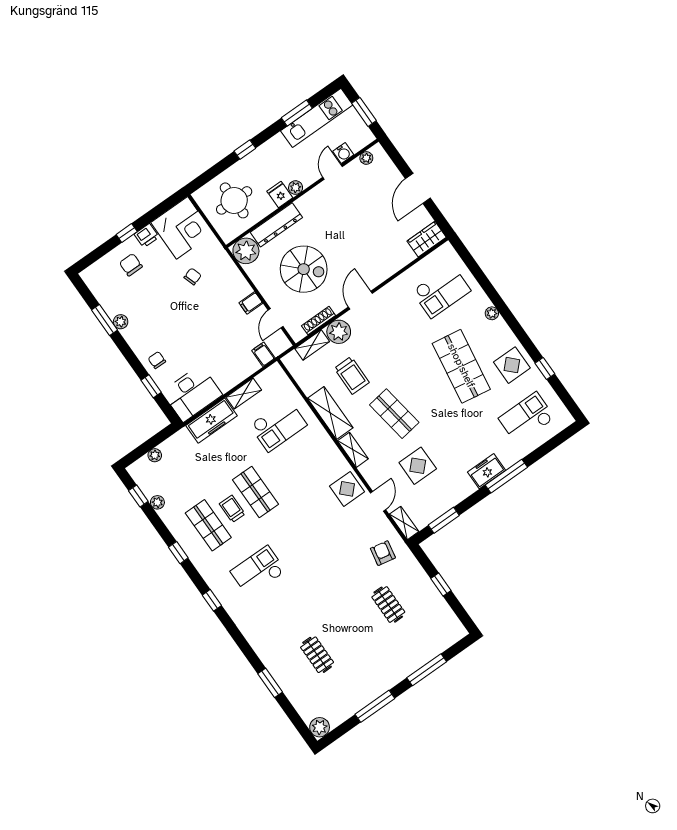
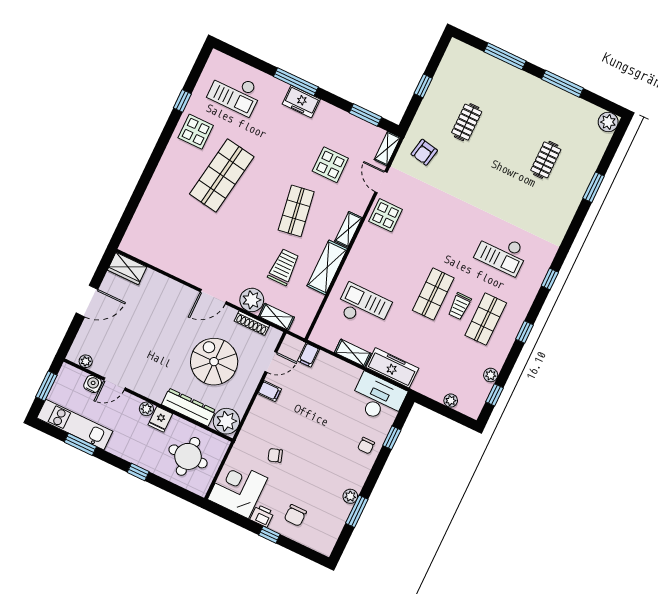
checkout: (441, 291) -> (165, 230), removed
plant: (492, 313) -> (160, 175), removed
door: (378, 501) -> (381, 182), hinge flipped

